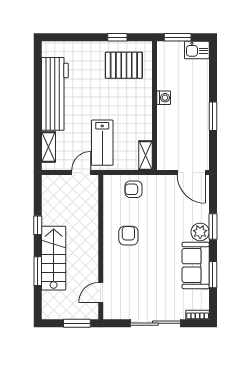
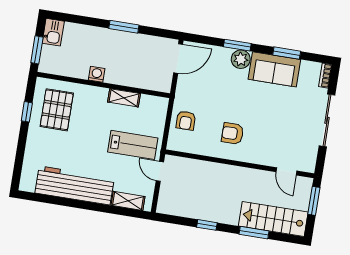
shelving: (146, 155) -> (124, 98), moved
stairs: (54, 258) -> (273, 219), moved

